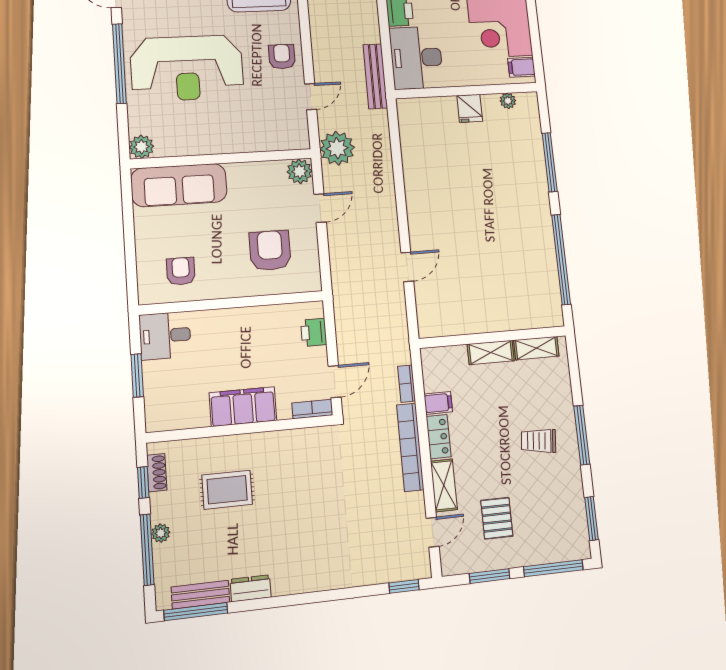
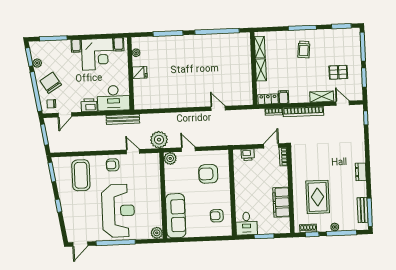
door: (335, 382) -> (271, 146), hinge flipped
filing cabinet: (243, 407) -> (281, 202), moved
locker: (439, 437) -> (268, 99), moved
rug: (227, 490) -> (318, 197), width x1.36, depth x1.43
dresser: (251, 588) -> (361, 172), moved

